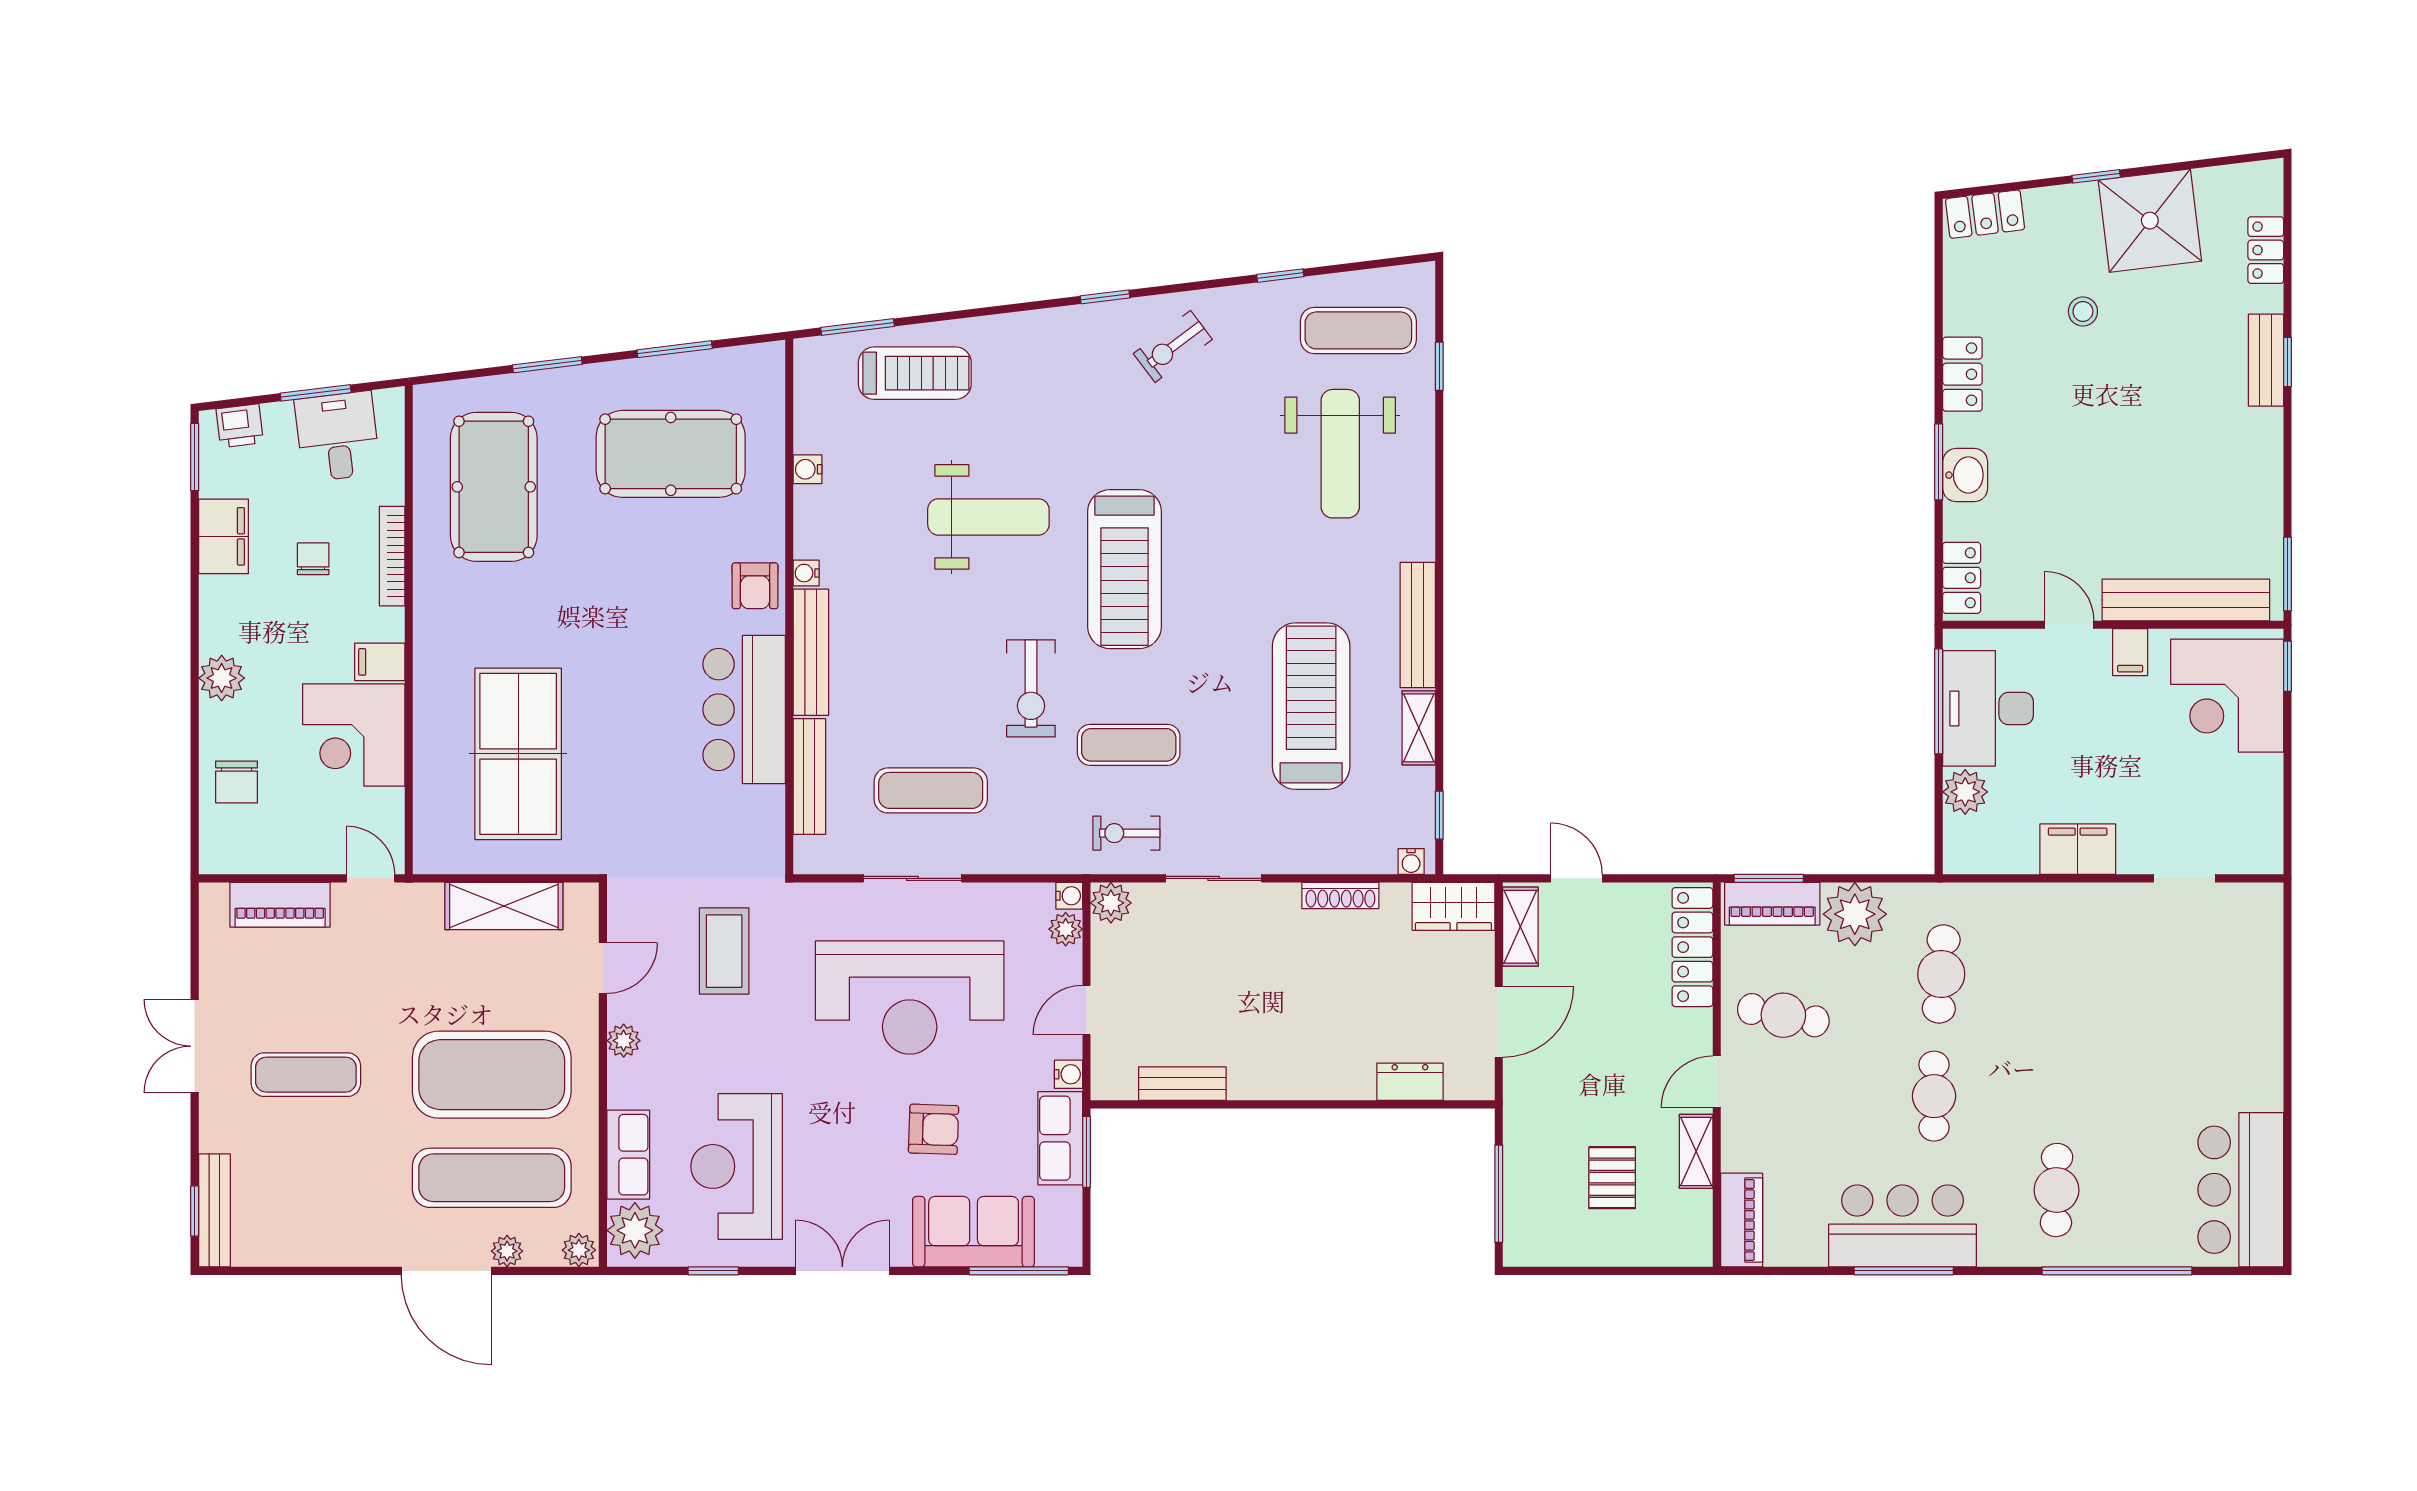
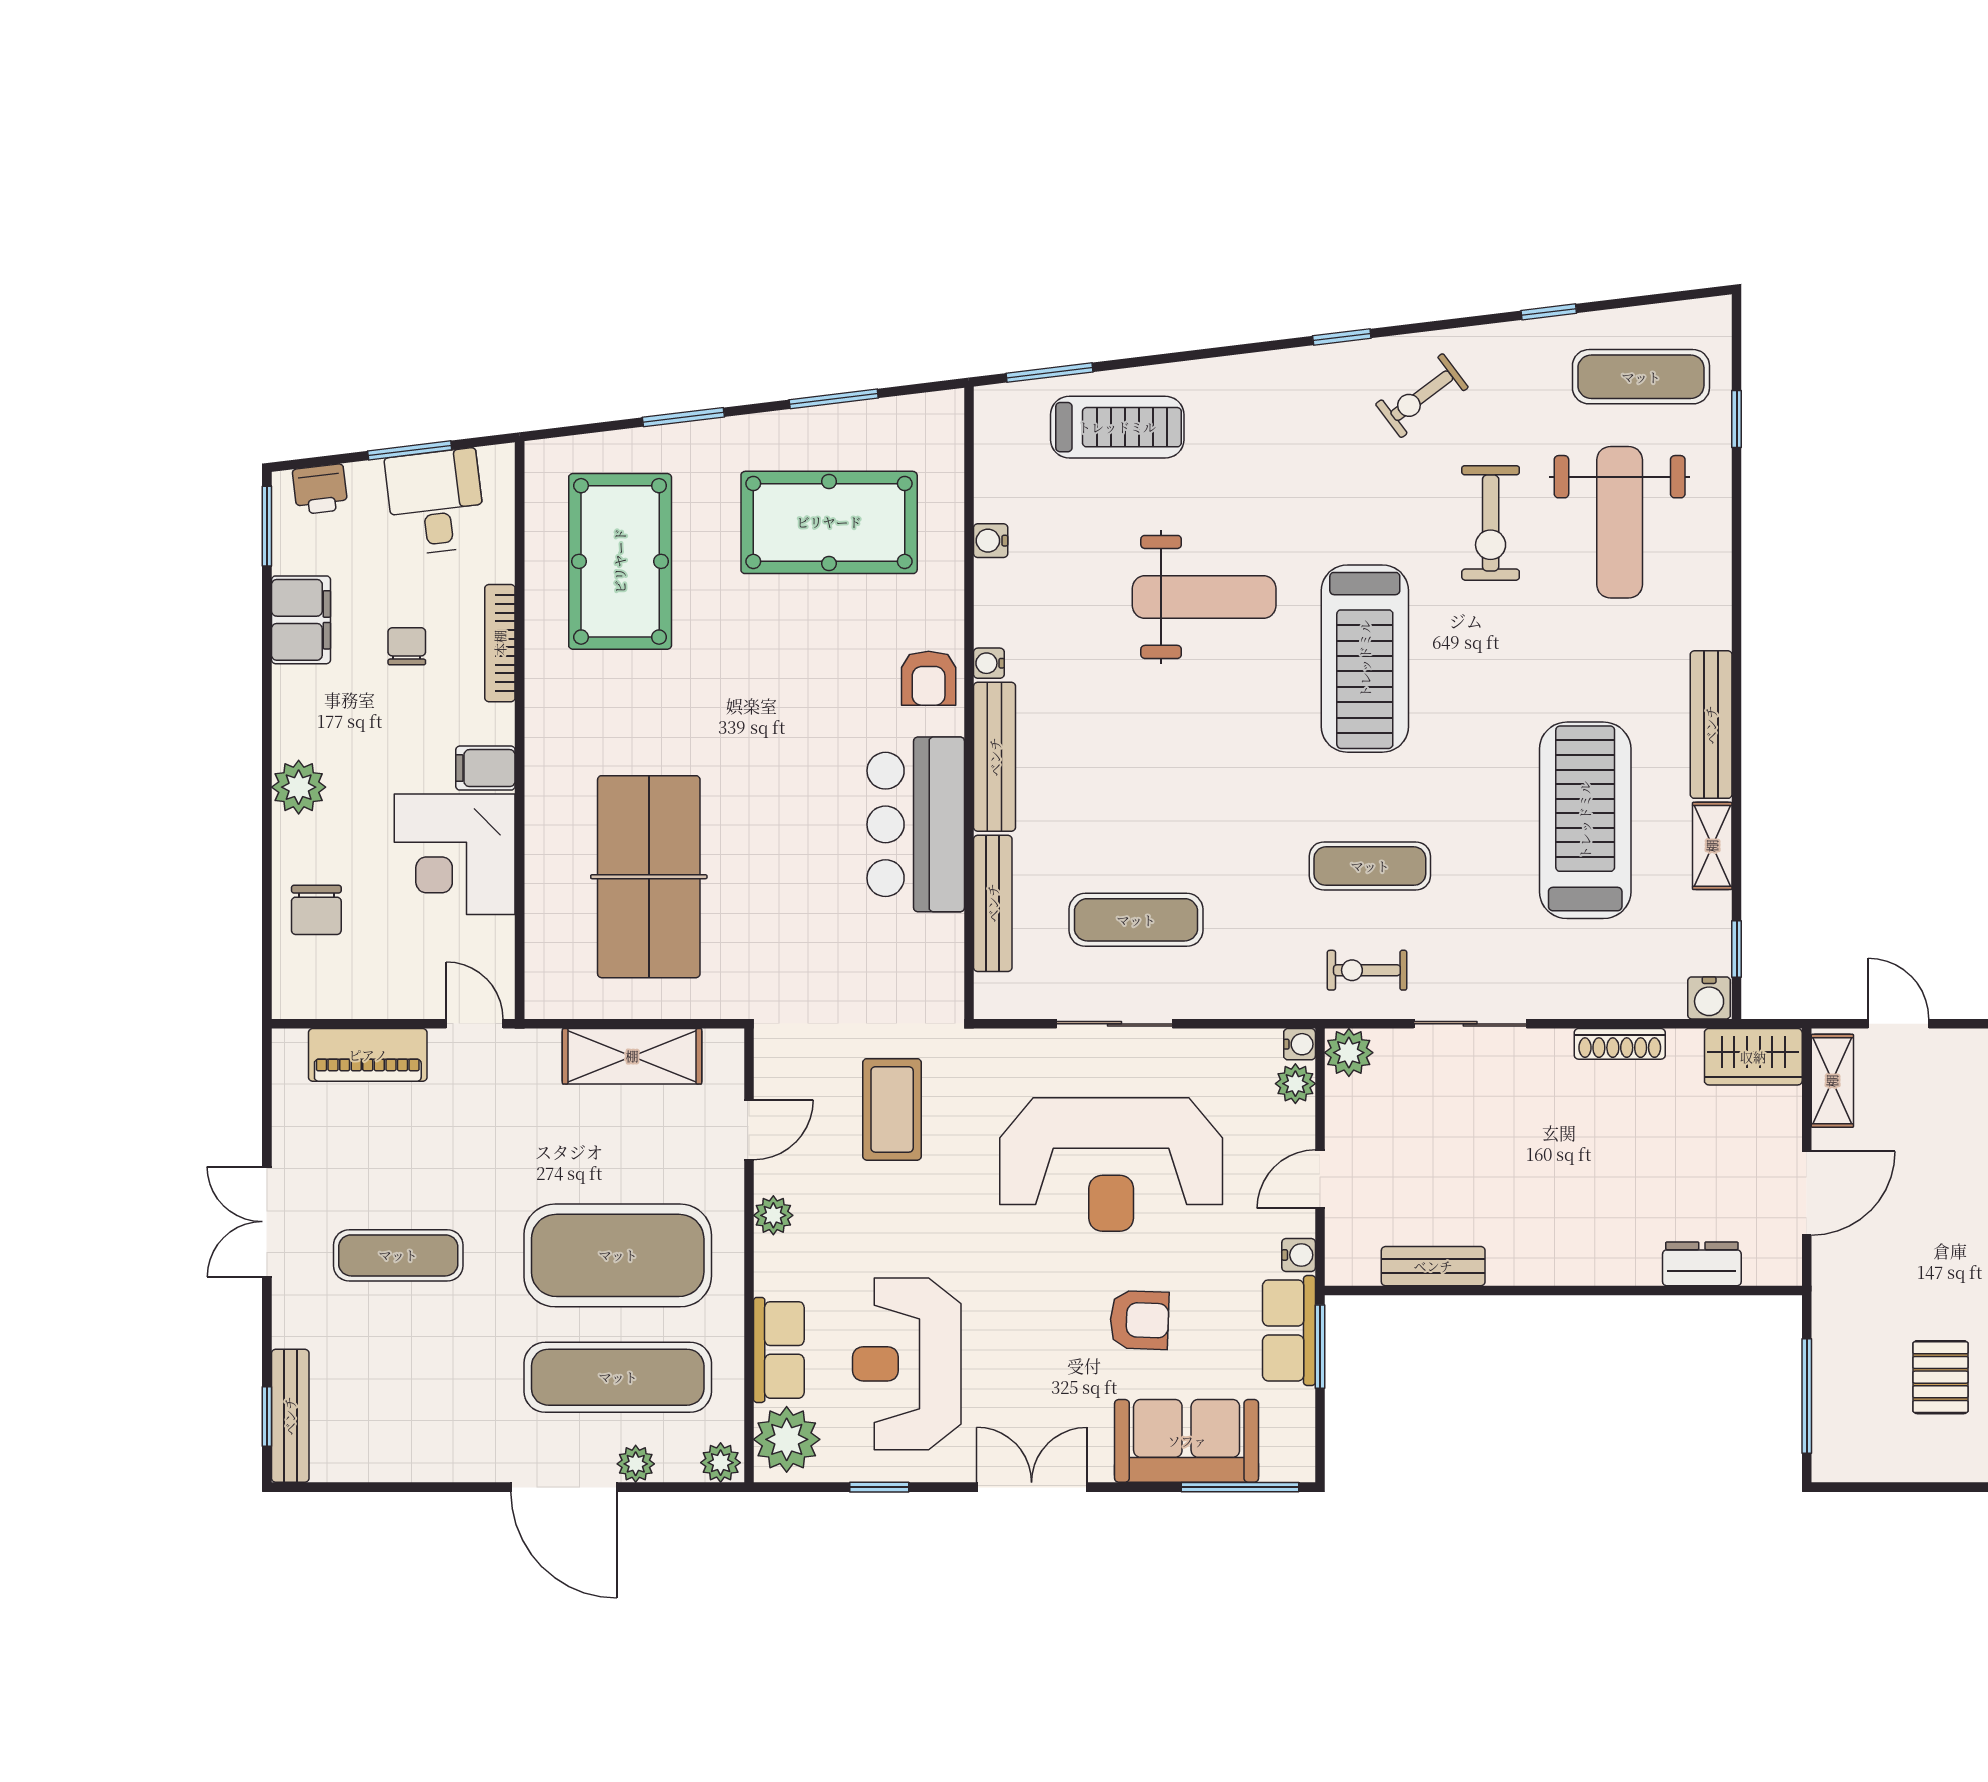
exercise bike: (1031, 688) -> (1491, 523), moved
water cooler: (1411, 861) -> (1709, 998), width x1.38, depth x1.38

